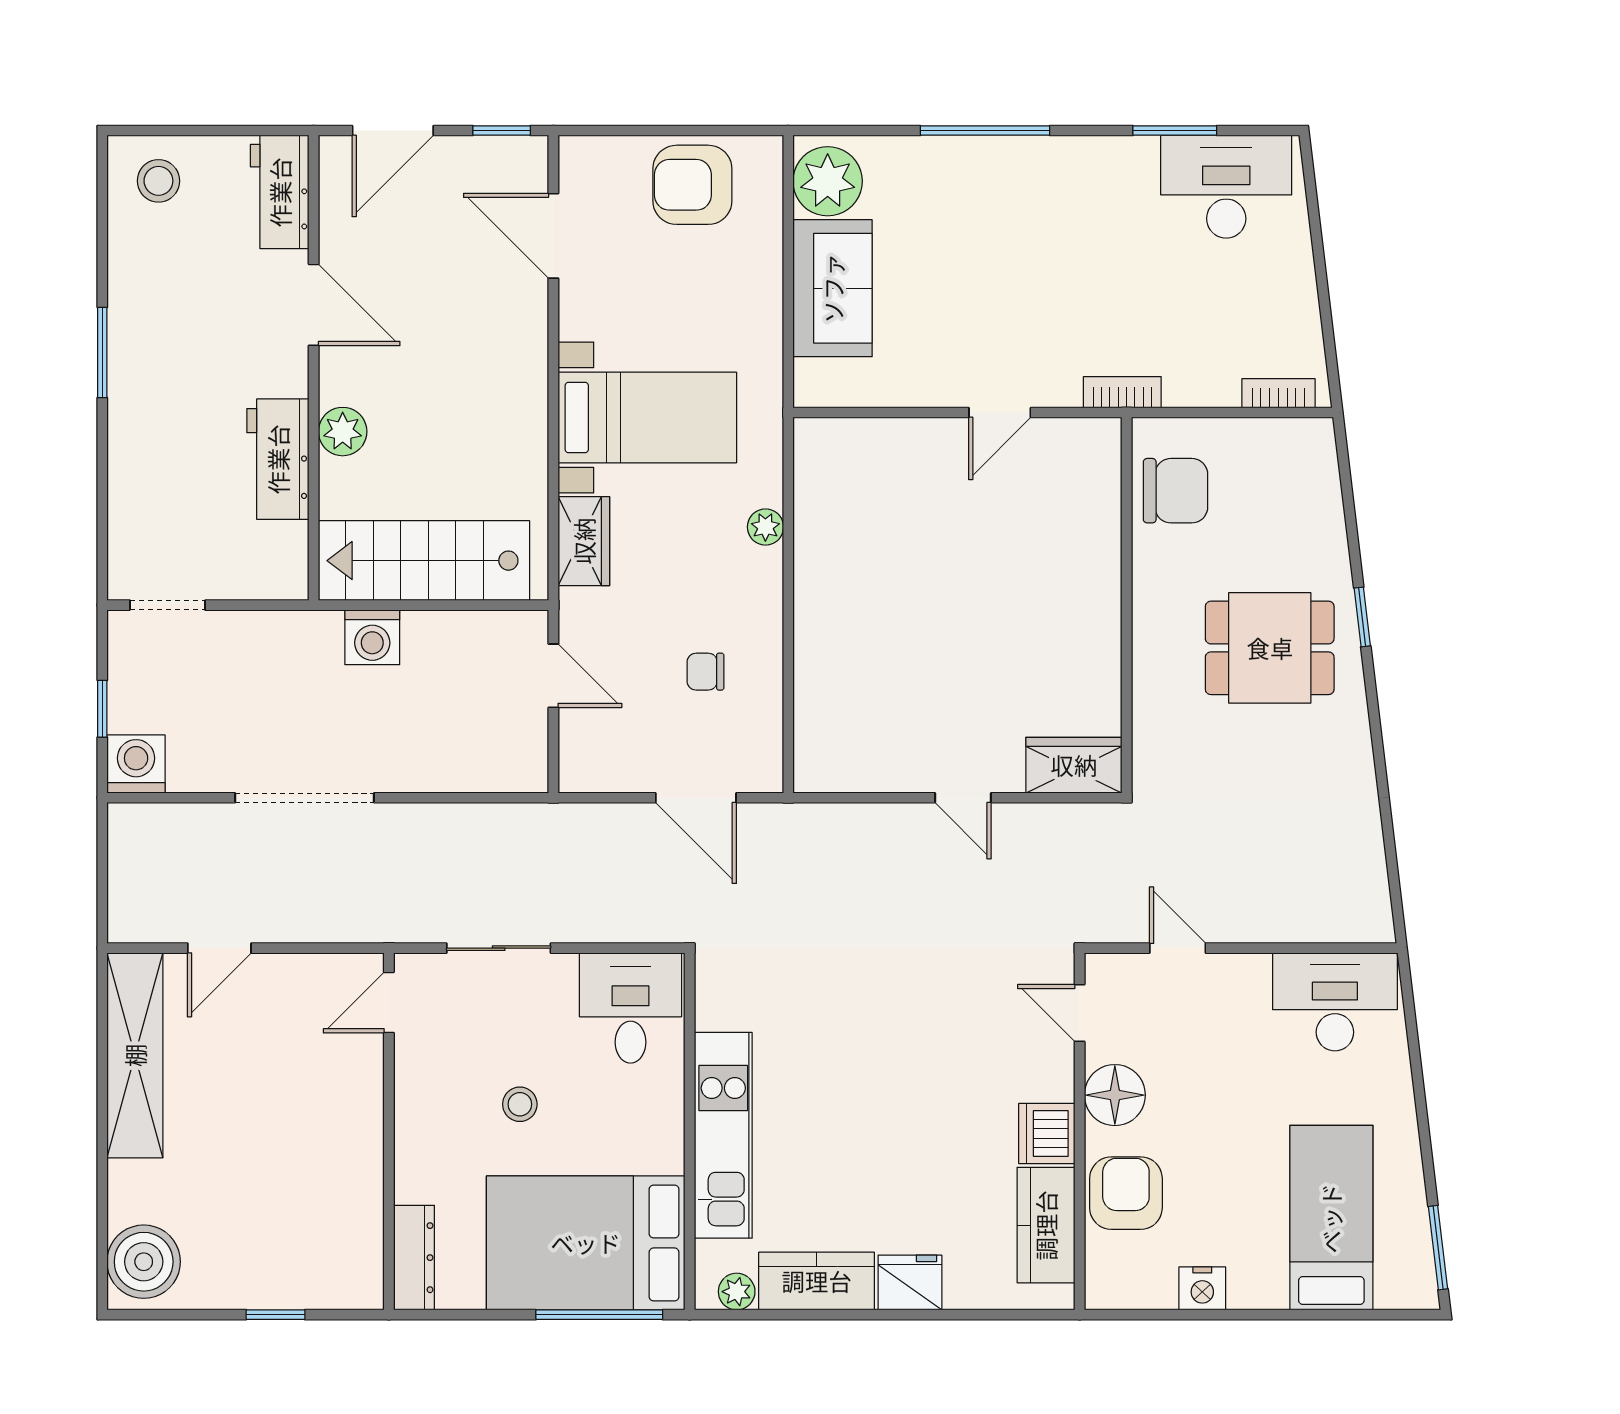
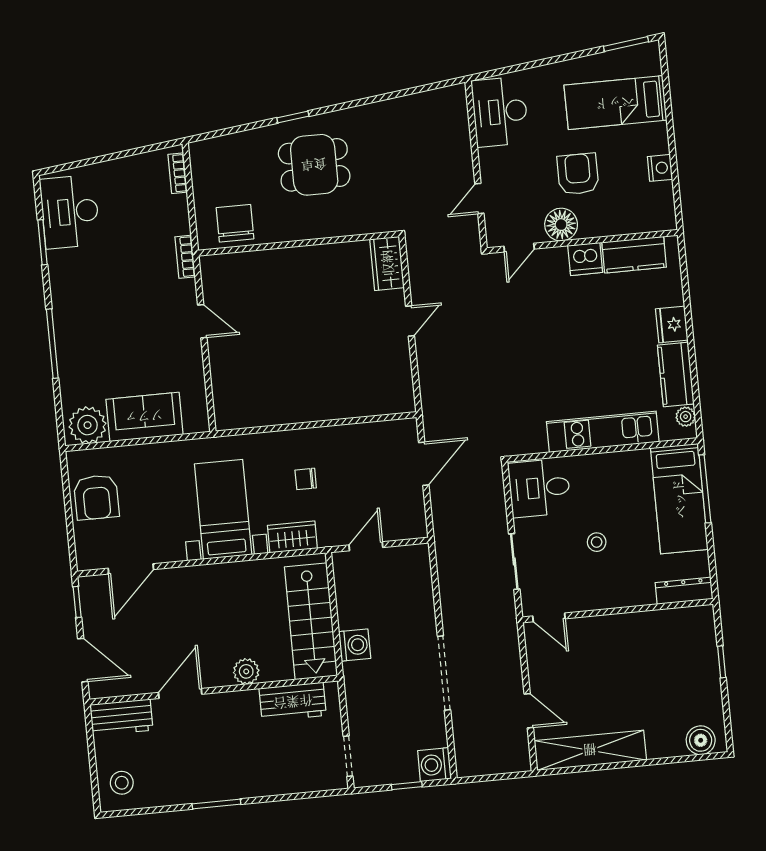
workbench: (278, 459) -> (293, 702), moved
plant: (765, 527) -> (275, 441), removed
dining table: (1270, 648) -> (314, 165), turned 90
chair: (705, 672) -> (306, 479), moved, turned 90
armchair: (1126, 1193) -> (578, 174), moved, turned 90
bed: (586, 1243) -> (679, 499), width x0.67
boiler: (144, 1262) -> (701, 740), width x0.73, depth x0.73

